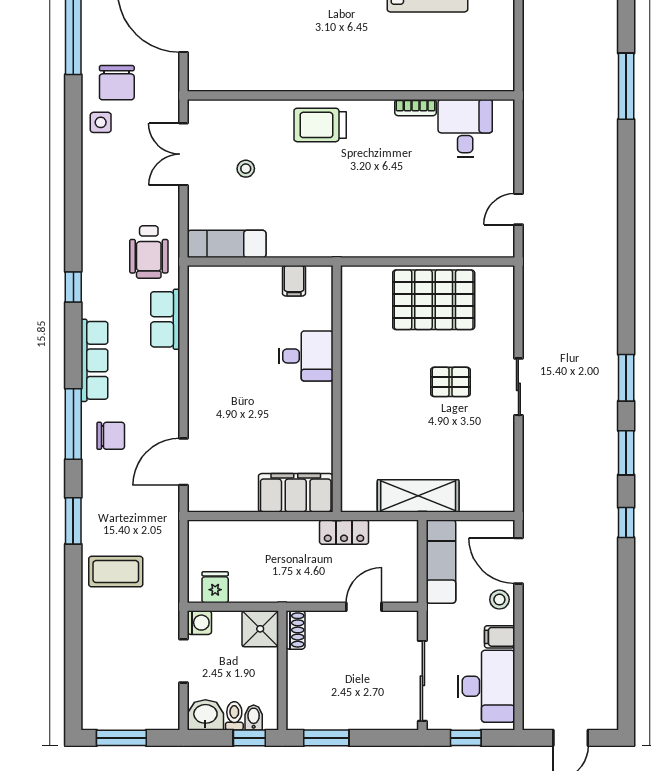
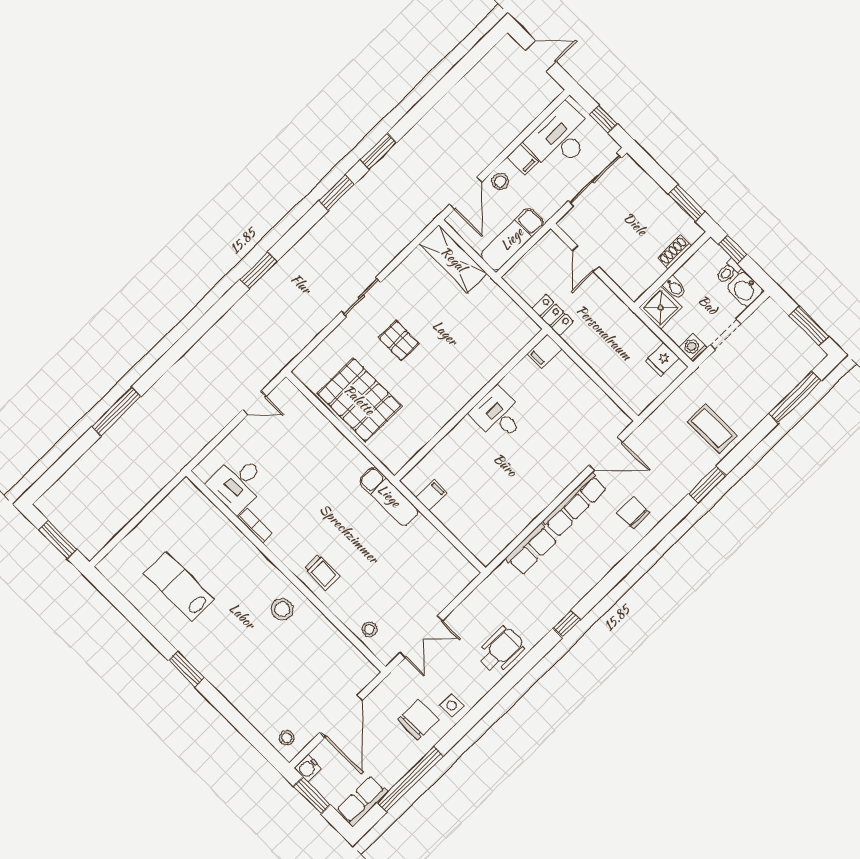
stool: (323, 61) -> (282, 609), added
trolley: (320, 125) -> (322, 572), width x0.73, depth x0.72
stool: (246, 169) -> (369, 629), moved
exam couch: (227, 244) -> (389, 496), moved
wheelchair: (149, 252) -> (501, 650), moved
desk: (306, 356) -> (498, 415), moved
row of seats: (94, 360) -> (575, 505), moved, turned 180
window: (626, 378) -> (258, 270), moved
window: (73, 424) -> (795, 397), moved
filing cabinet: (296, 493) -> (545, 351), width x0.33, depth x0.86
shelving: (418, 496) -> (453, 259), moved
window: (626, 522) -> (378, 151), width x1.50
door: (364, 607) -> (585, 259), hinge flipped
shoe rack: (295, 630) -> (674, 252), moved
bidet: (254, 718) -> (674, 287), moved, turned -90

